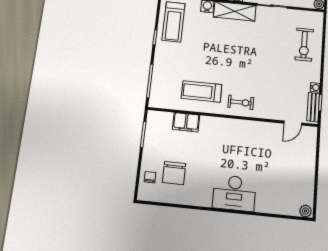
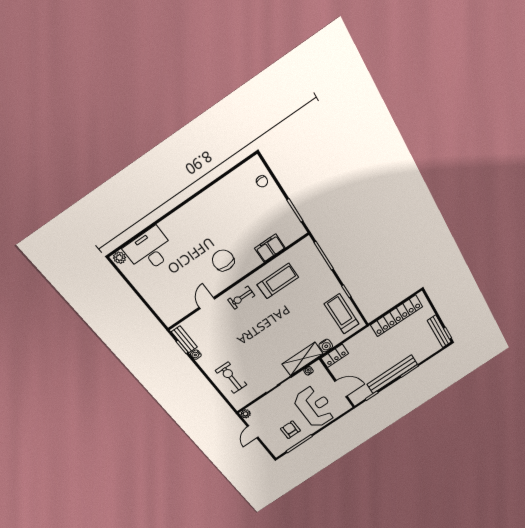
door: (293, 123) -> (207, 303), moved
chair: (174, 173) -> (223, 260), moved
desk: (234, 193) -> (149, 250), moved

